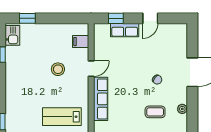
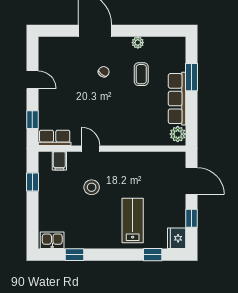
window: (27, 18) -> (32, 182), moved
row of seats: (125, 30) -> (55, 138), moved, turned -90
row of seats: (101, 99) -> (126, 137), removed
lab bench: (62, 117) -> (133, 221), moved, turned 180

